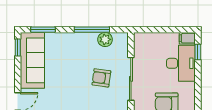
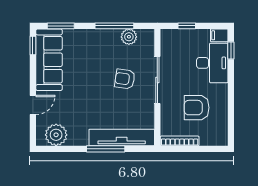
window: (158, 30) -> (187, 26), added

